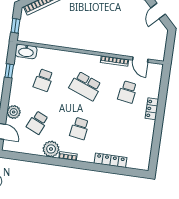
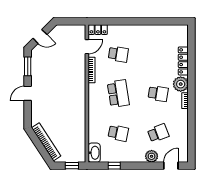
school desk: (85, 86) -> (118, 94), turned -30
locker: (152, 109) -> (98, 30), moved
school desk: (37, 123) -> (158, 133), turned -45
plant: (51, 149) -> (181, 84), moved

